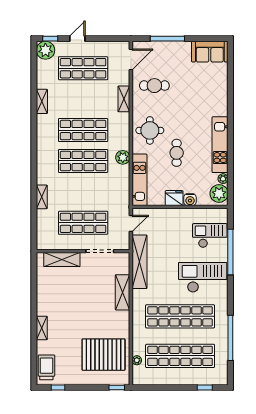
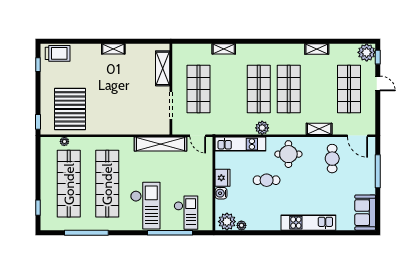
kitchen unit: (220, 145) -> (308, 223), moved
shelving: (123, 292) -> (131, 128), removed
shelving: (42, 328) -> (113, 49), moved

